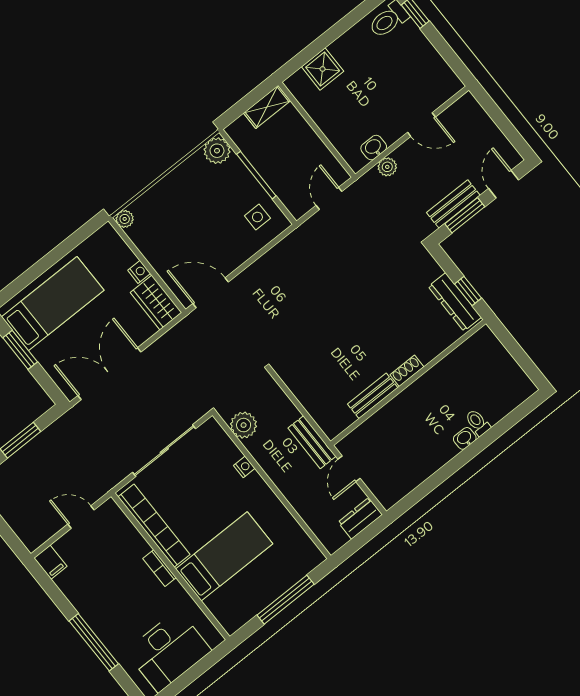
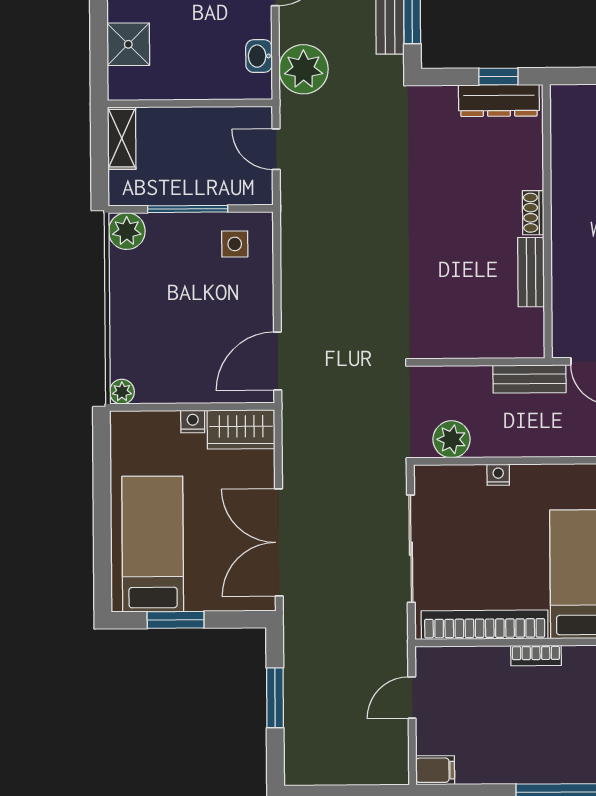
plant: (387, 167) -> (304, 69), width x1.87, depth x1.87

